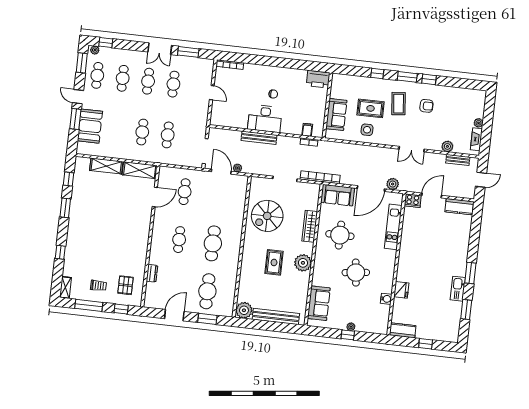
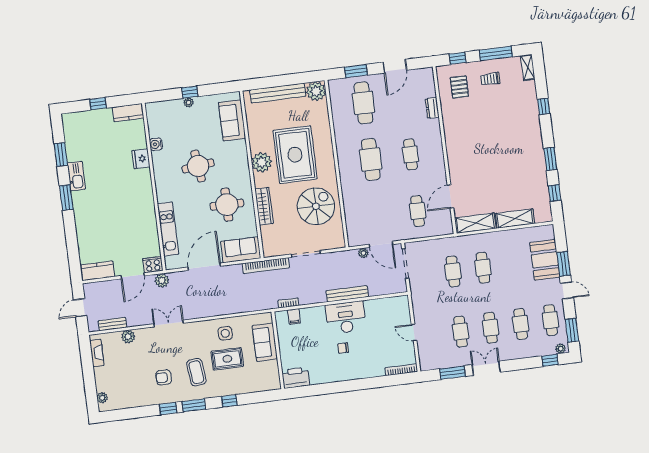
plant: (479, 123) -> (102, 398), moved
plant: (393, 184) -> (162, 280), moved
rug: (274, 262) -> (295, 155), width x1.86, depth x2.06

